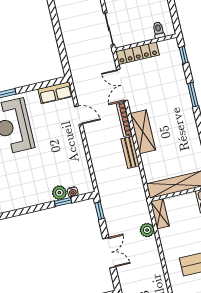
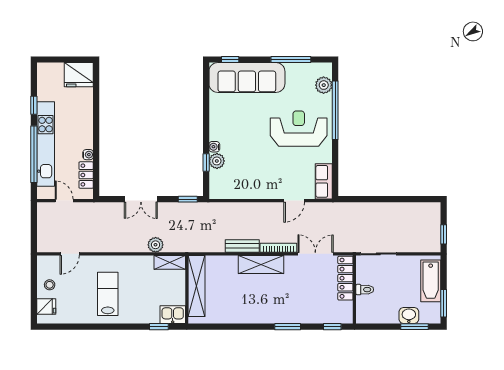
toilet: (159, 30) -> (365, 290), moved
water cooler: (73, 192) -> (214, 147), moved

